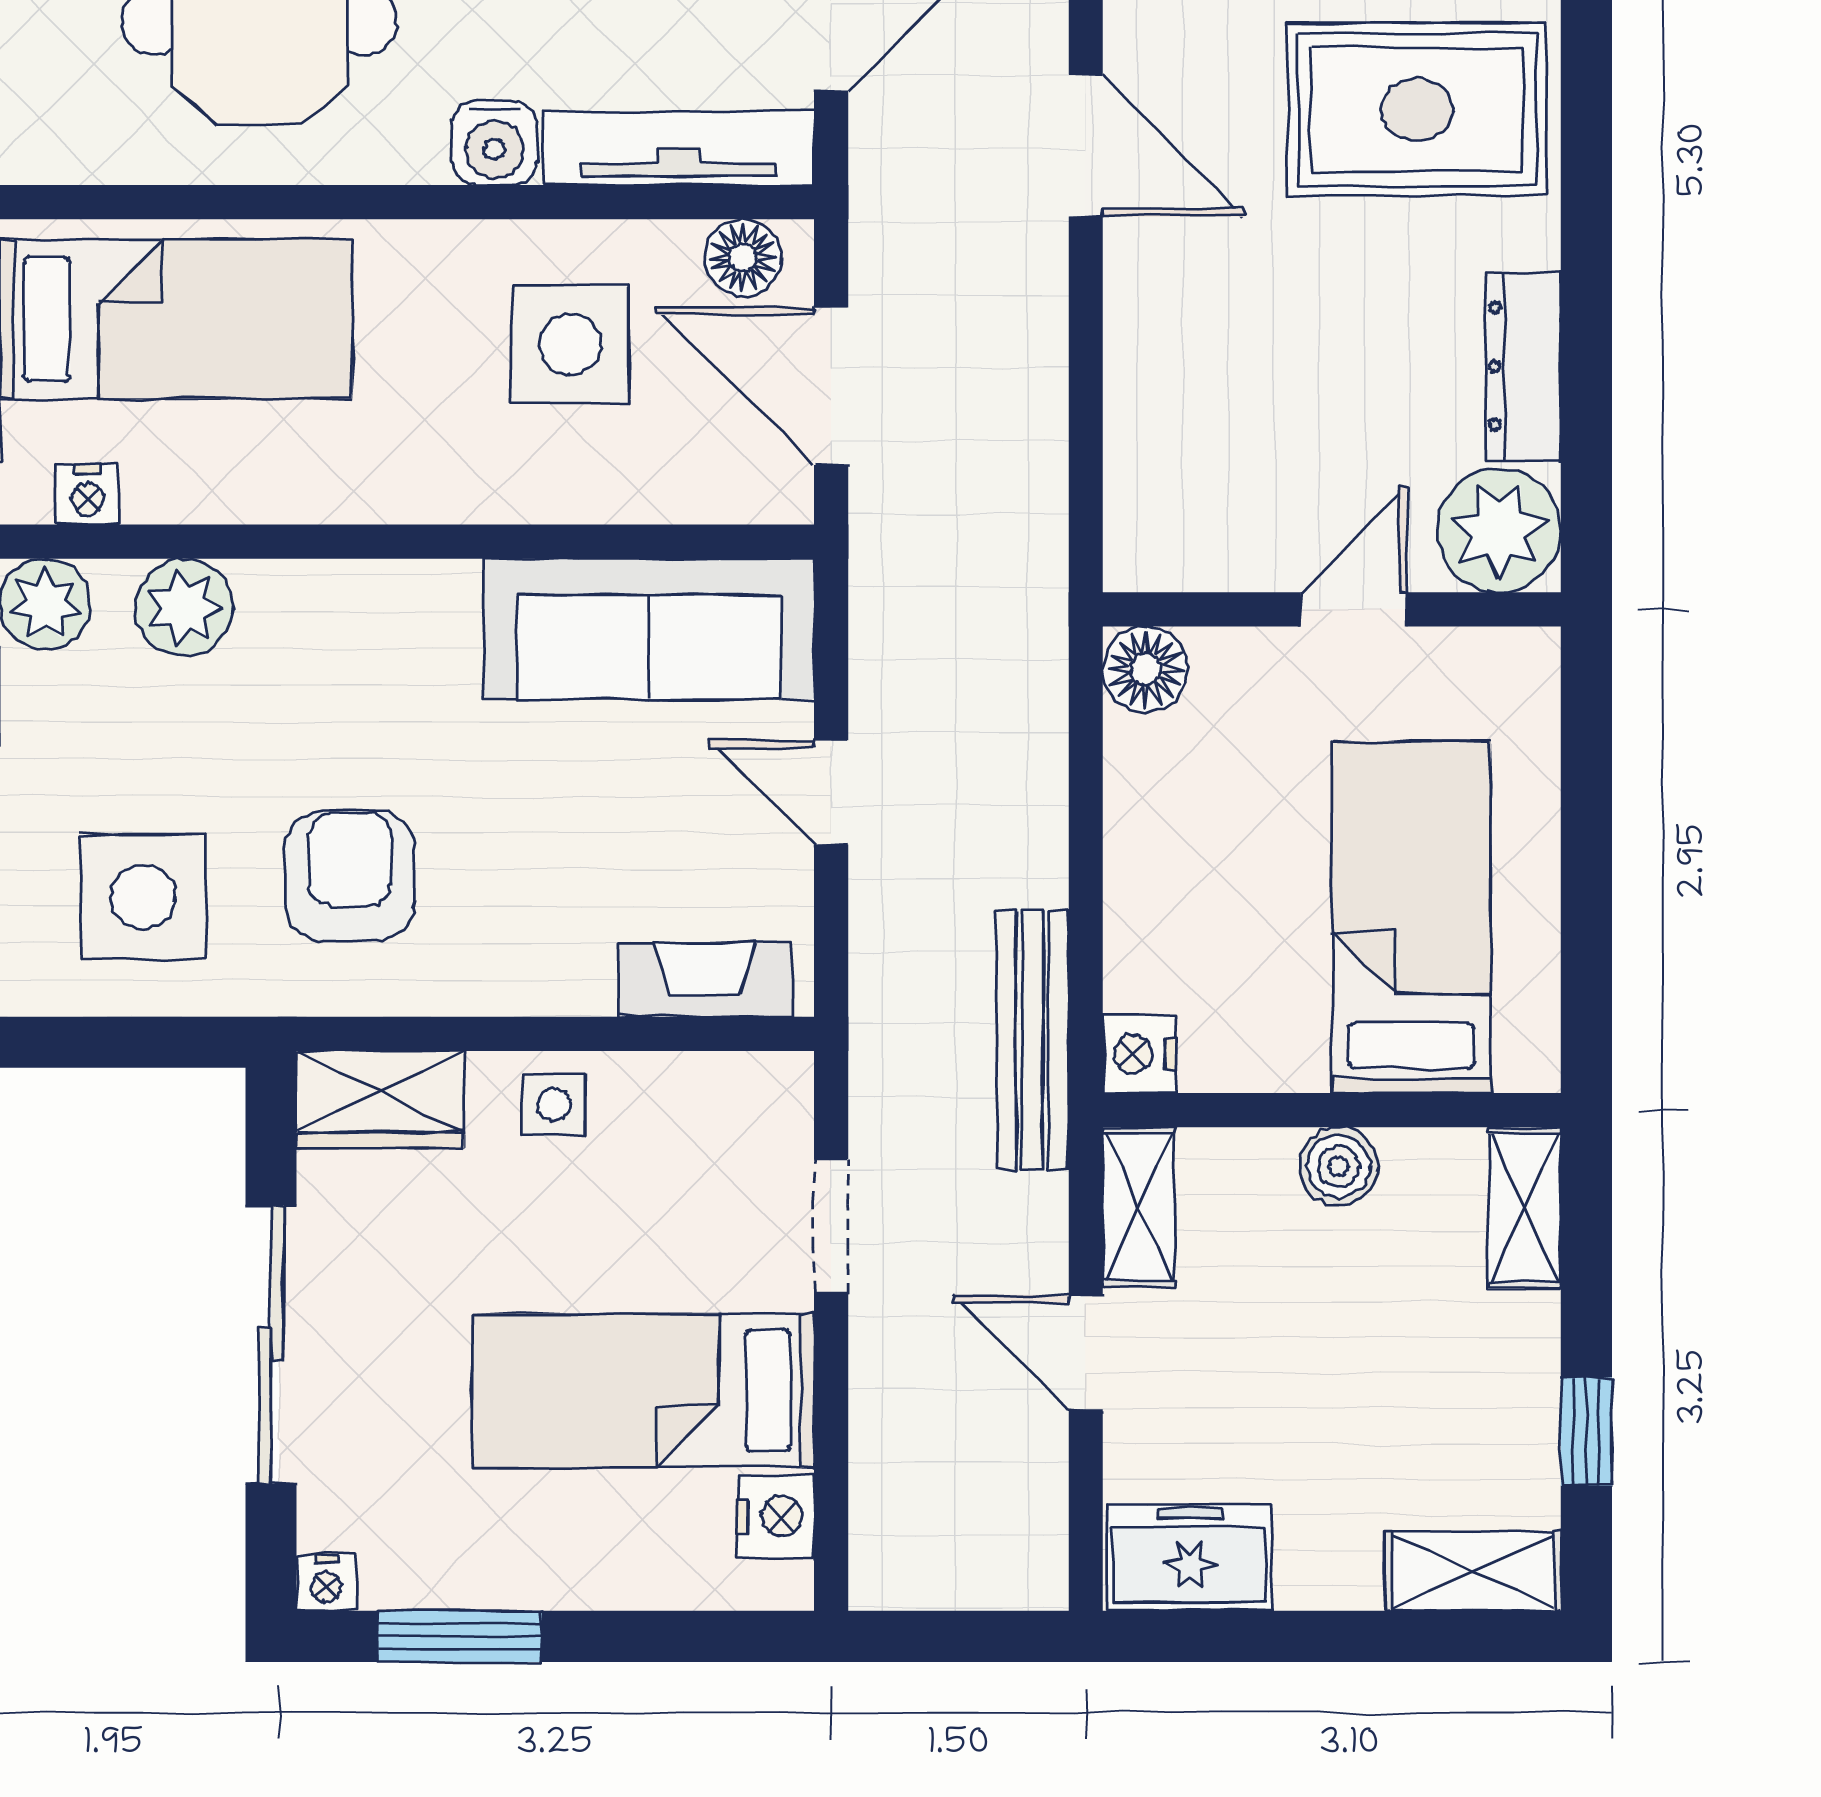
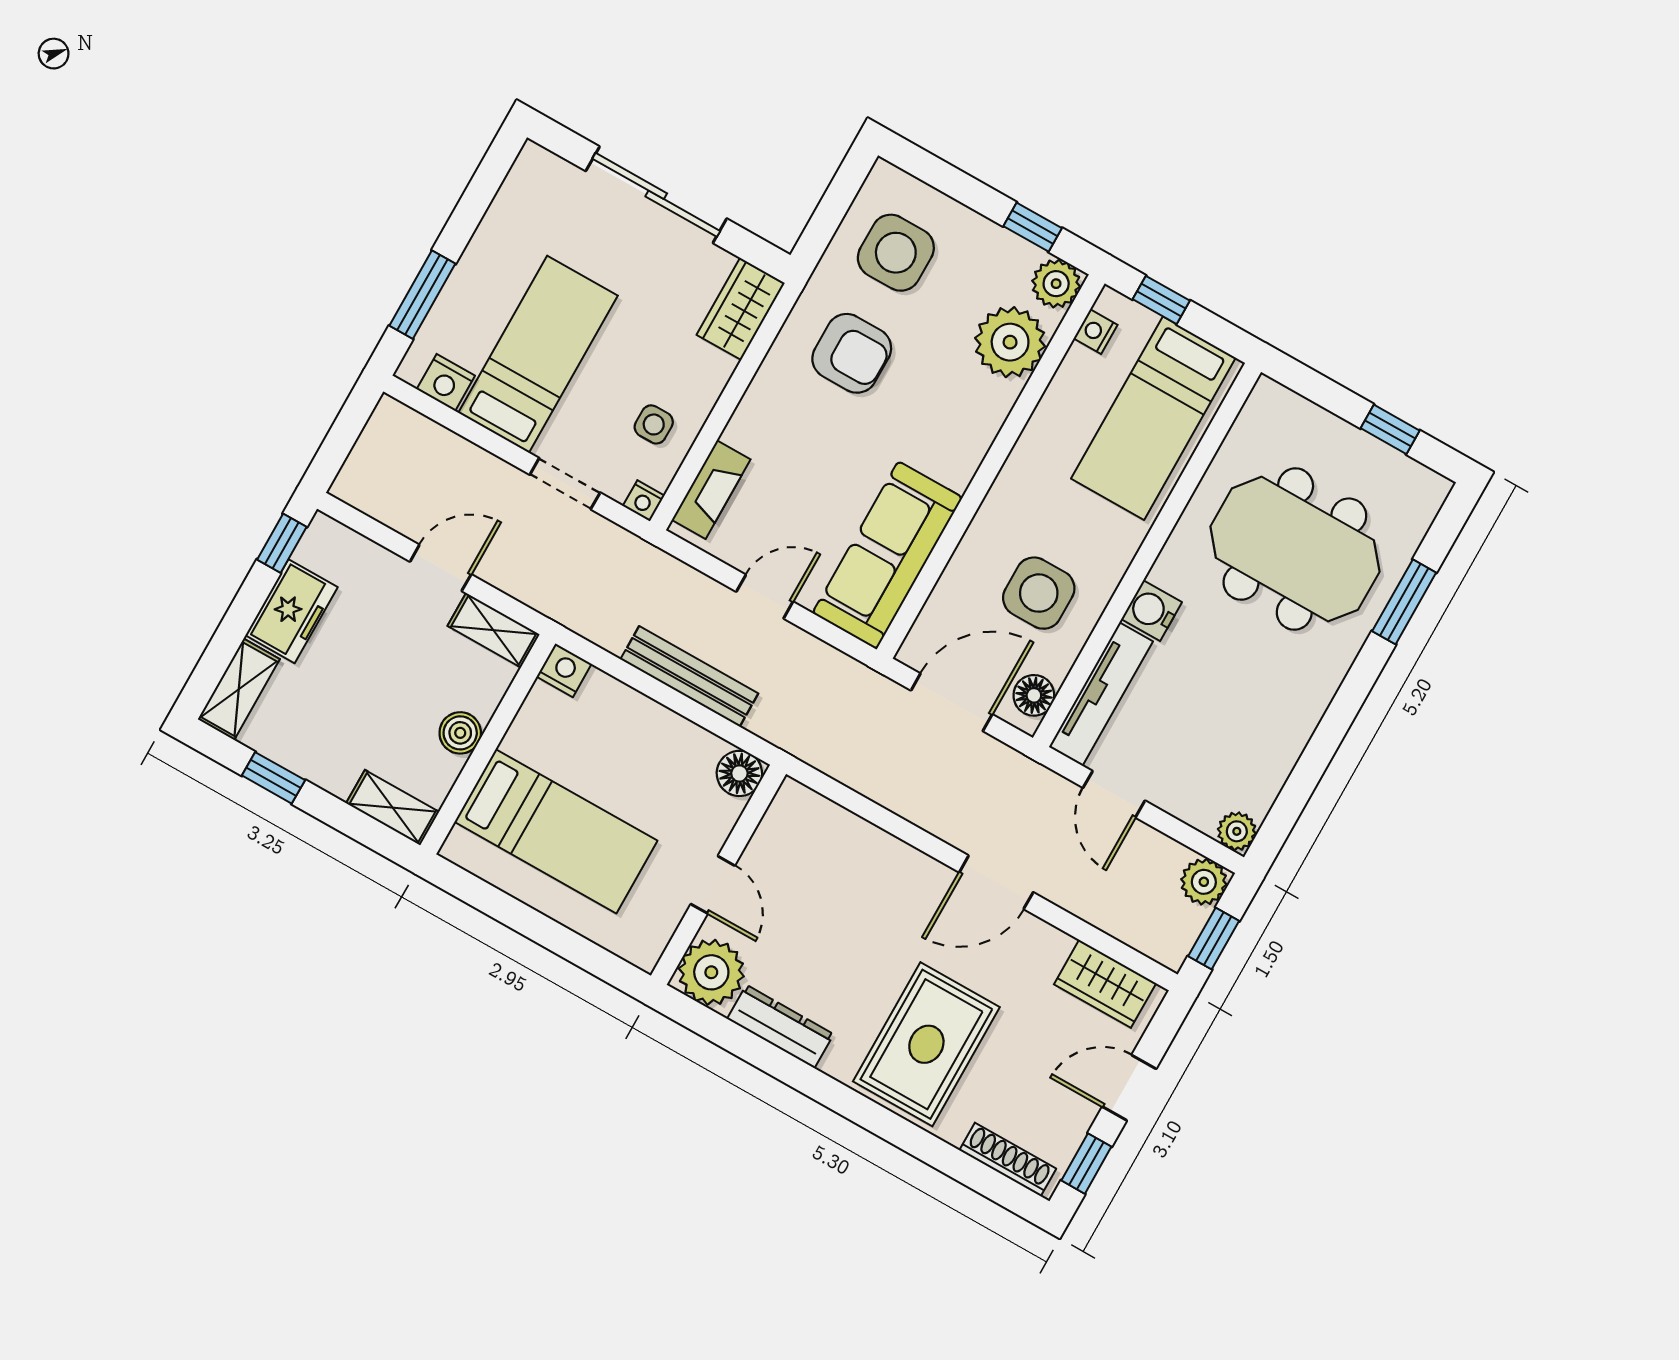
plant: (184, 608) -> (1010, 342), width x1.36, depth x1.36
bench: (1032, 1040) -> (689, 676), moved
side table: (554, 1105) -> (654, 424), moved
freezer: (1190, 1557) -> (292, 611), moved
nightstand: (326, 1583) -> (644, 501), moved, turned -90
window: (460, 1636) -> (422, 295), moved
window: (1193, 1636) -> (282, 543), added

